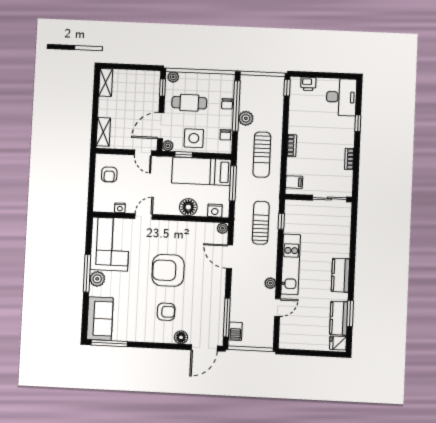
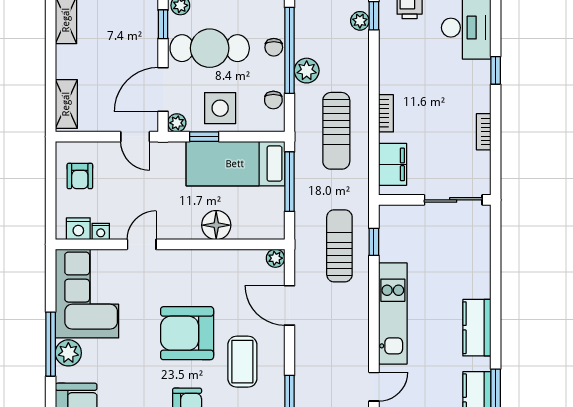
cafe table: (189, 103) -> (210, 48), width x1.37, depth x1.35
filing cabinet: (294, 182) -> (393, 164), width x2.00
nightstand: (215, 211) -> (78, 229), moved
plant: (270, 283) -> (360, 21), moved
coffee table: (200, 289) -> (242, 362), added

